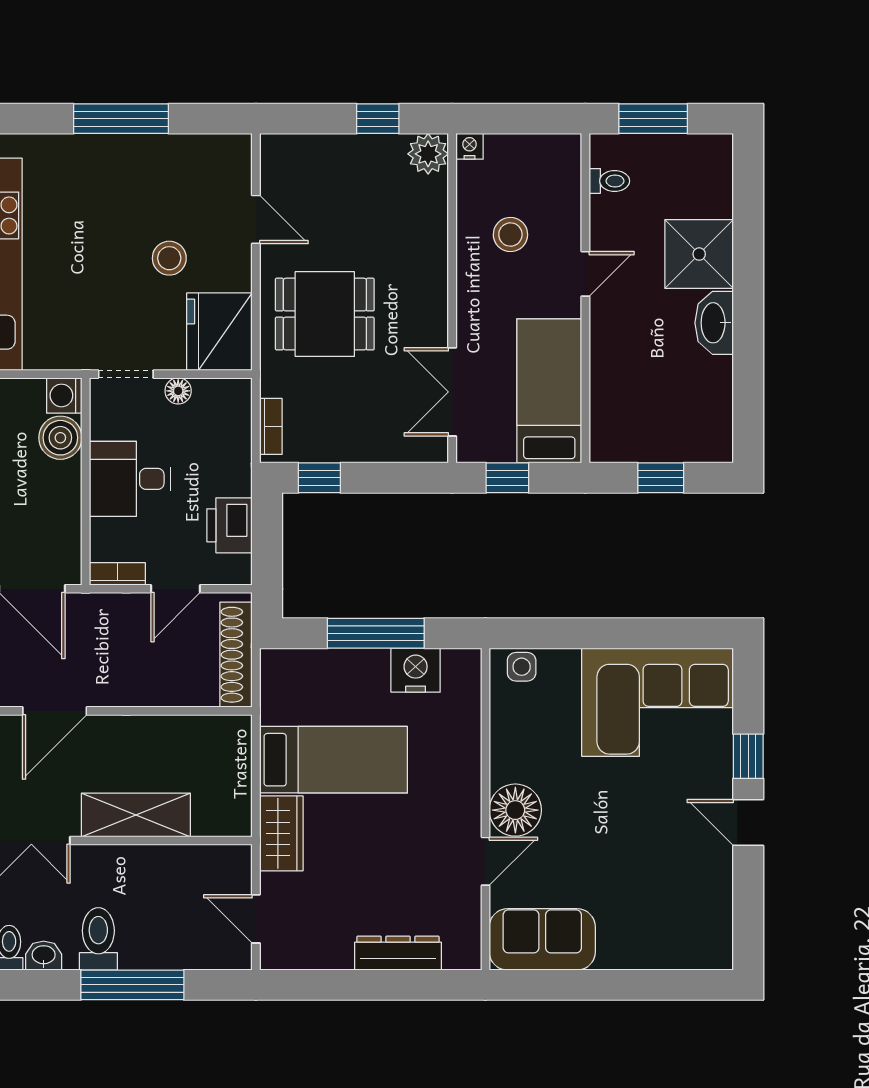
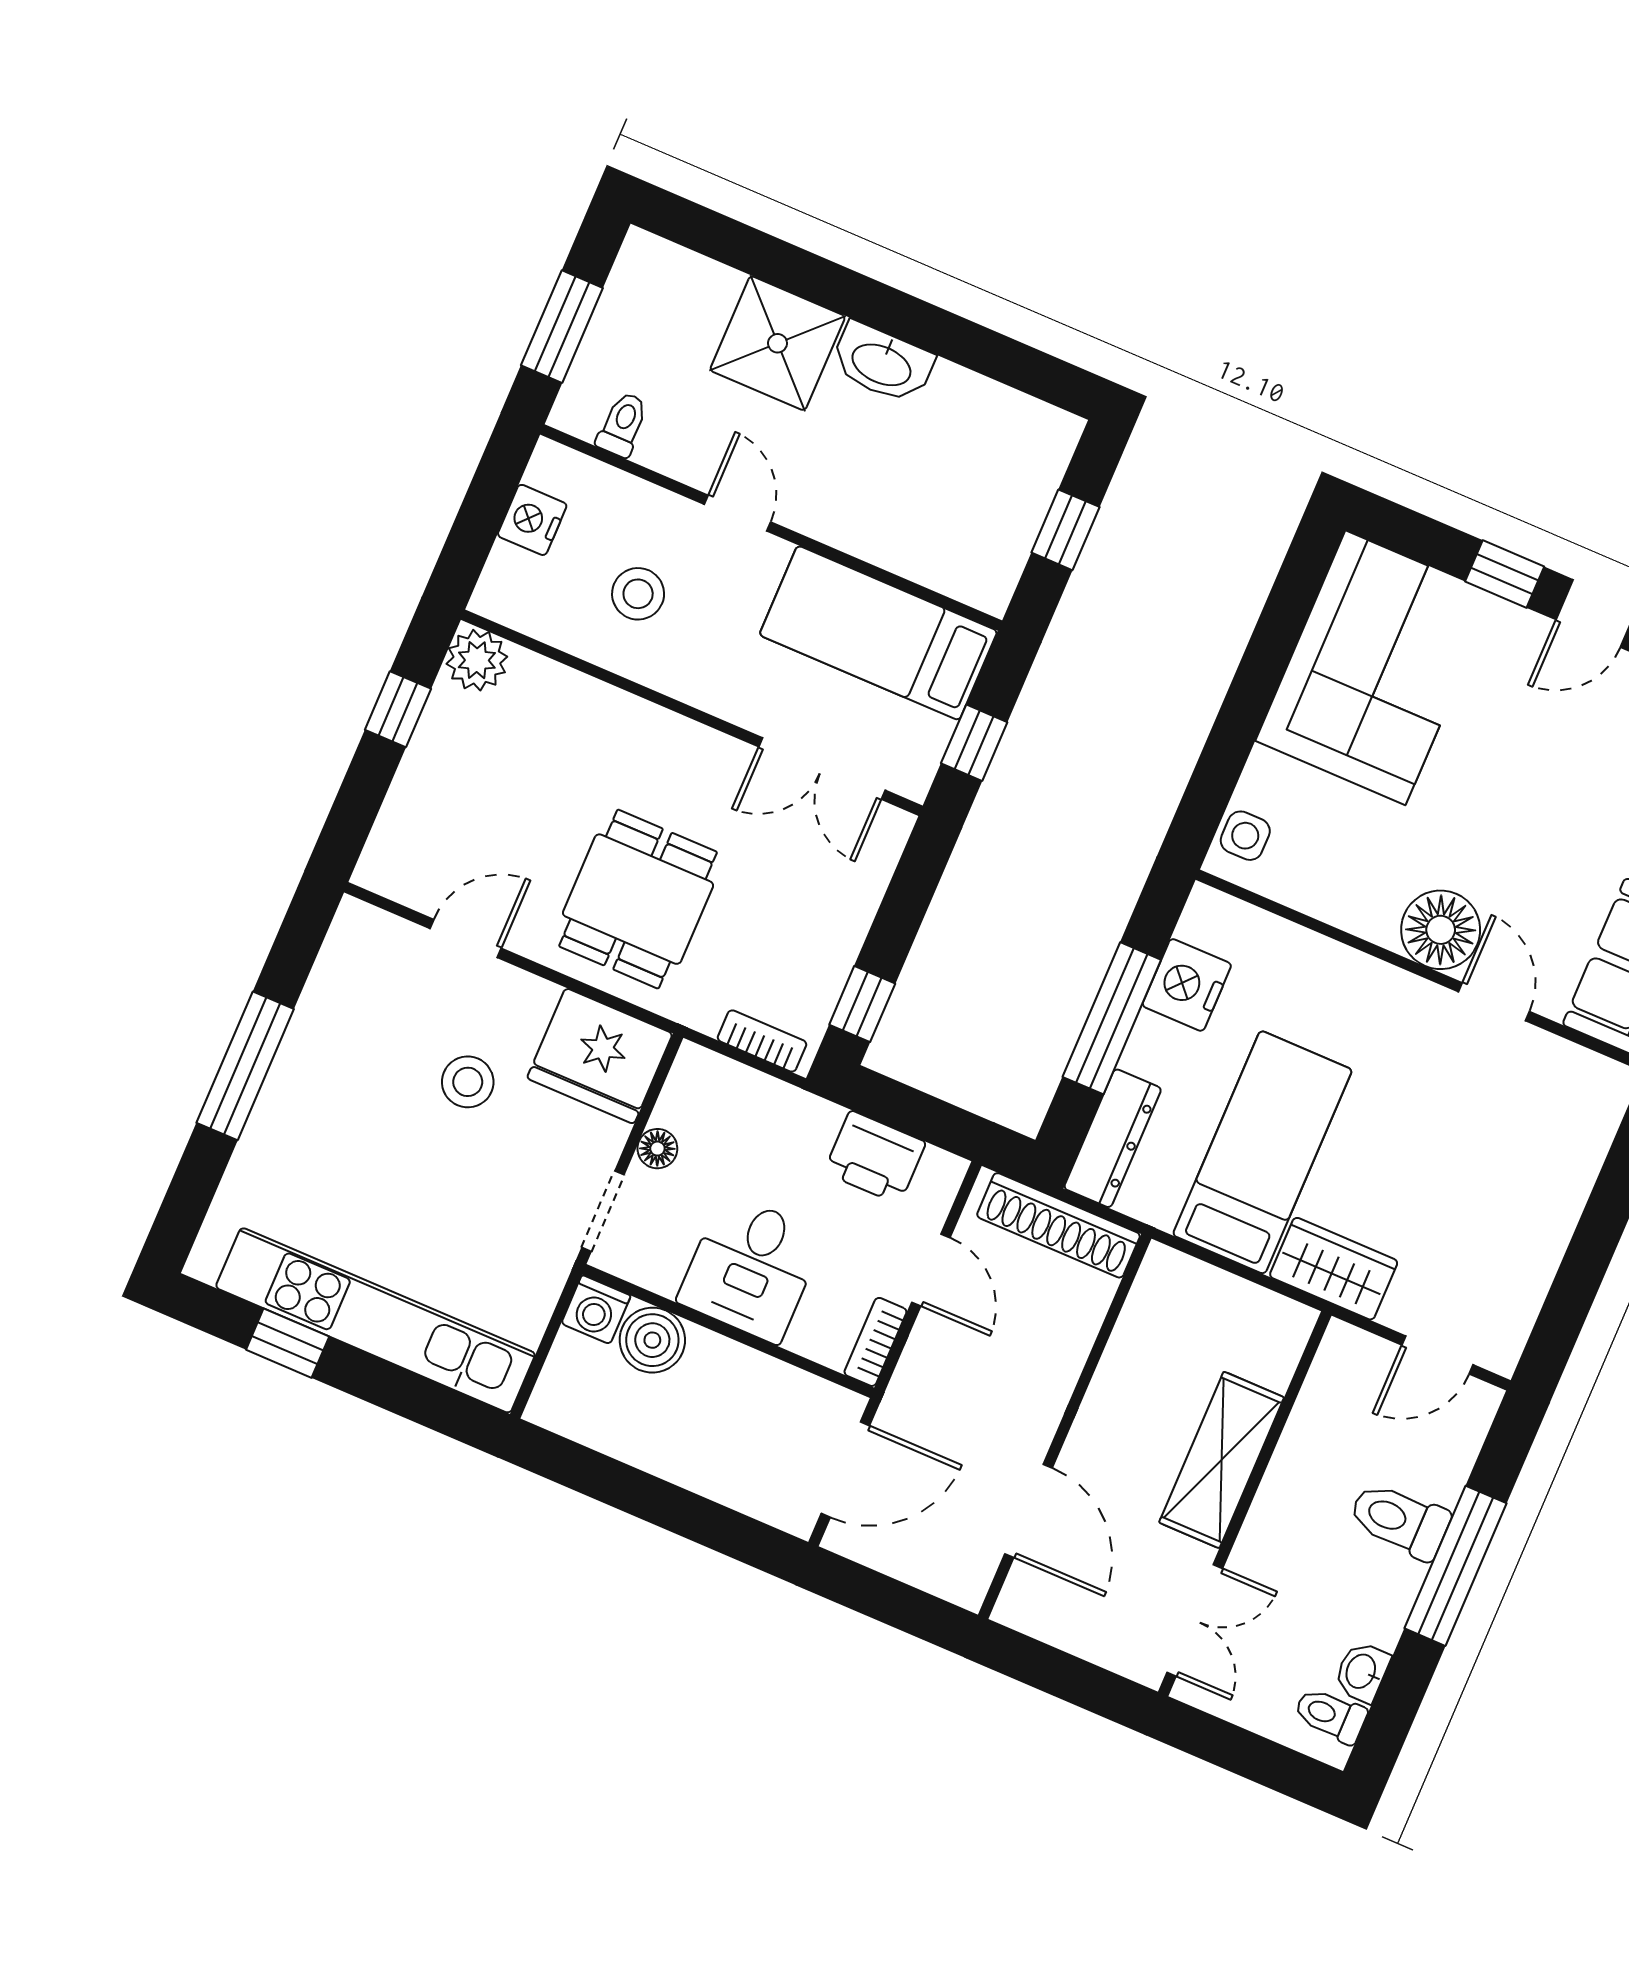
nightstand: (469, 146) -> (532, 520), moved, width x1.39, depth x1.35
toilet: (98, 939) -> (1399, 1520), moved
dresser: (398, 953) -> (1113, 1138), moved, turned 180

